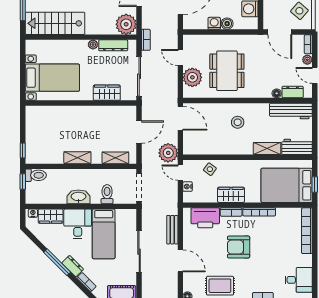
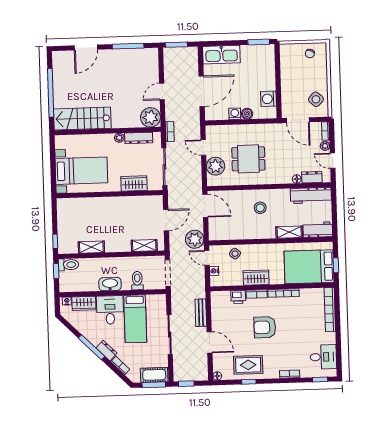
dining table: (227, 71) -> (248, 159), width x0.73
shelving: (77, 158) -> (91, 247), moved
printer: (205, 218) -> (238, 297), width x0.53, depth x0.68

